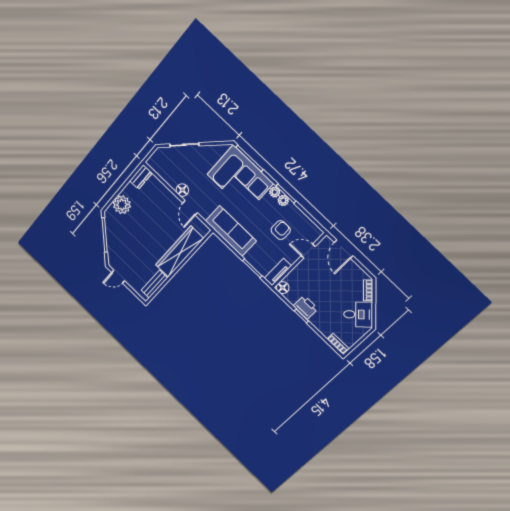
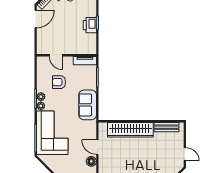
door: (190, 208) -> (97, 147), swing flipped
sofa: (231, 231) -> (88, 105), width x0.73
door: (344, 249) -> (36, 19), moved
floor lamp: (283, 288) -> (91, 49), removed

